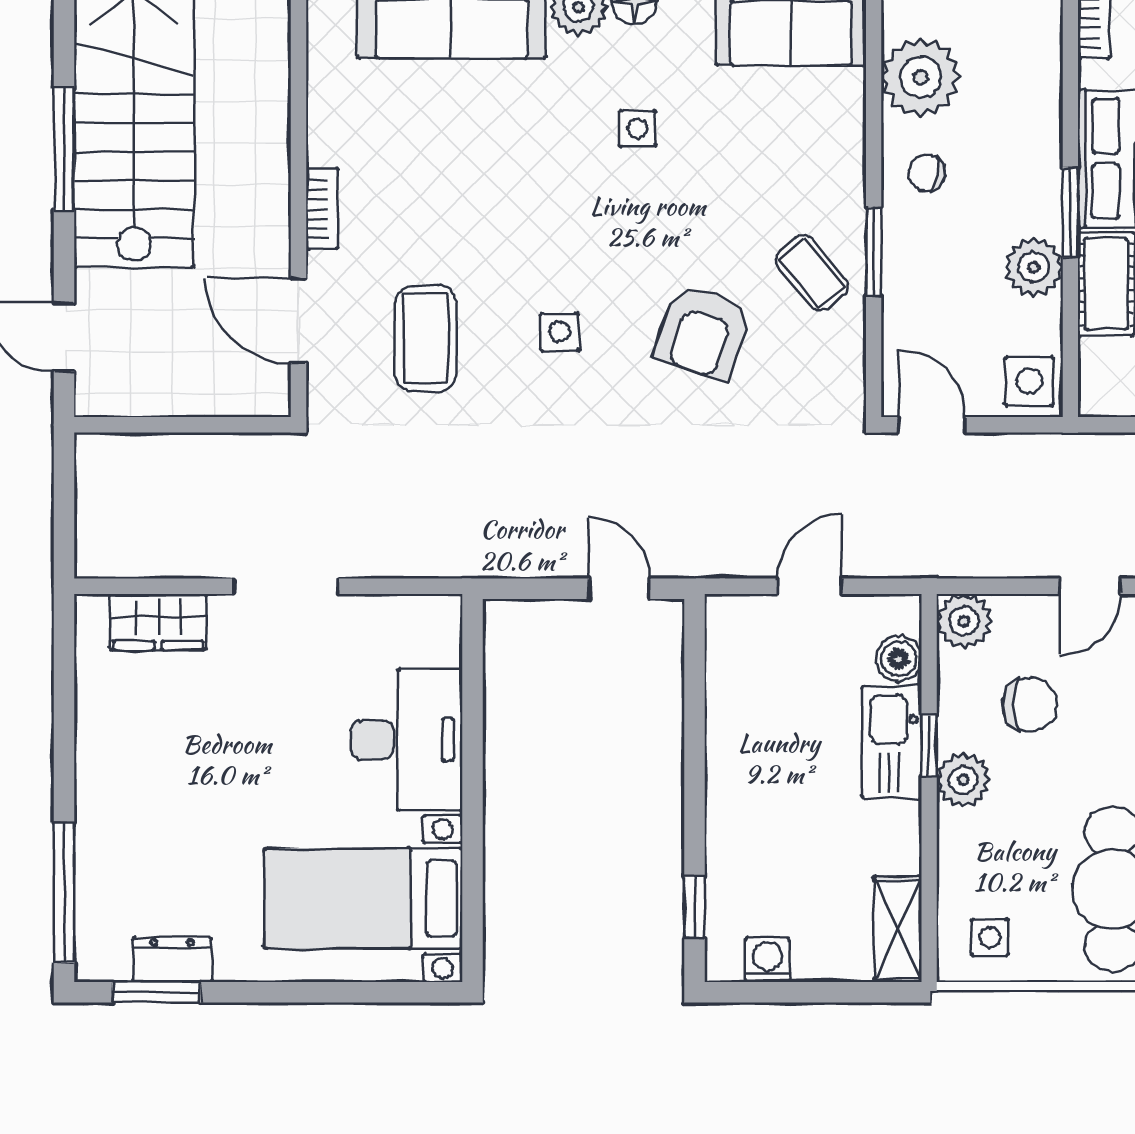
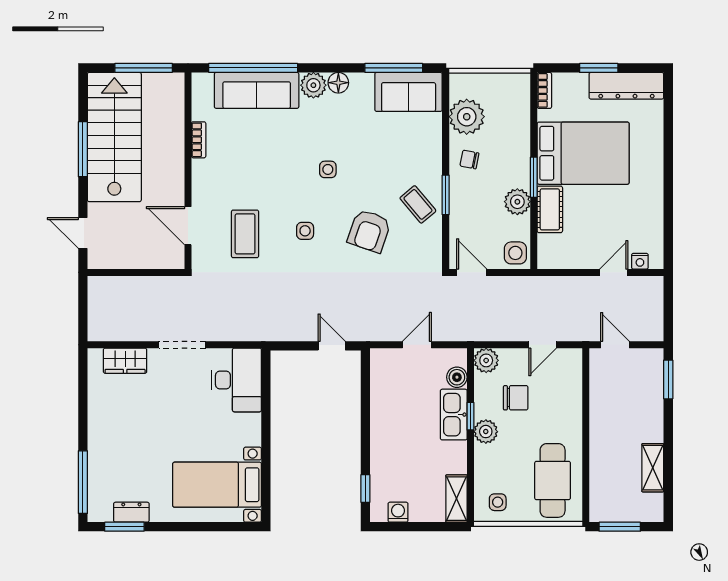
side table: (638, 128) -> (328, 169), moved
bookcase: (322, 209) -> (199, 140), moved
desk: (407, 740) -> (236, 380), moved

